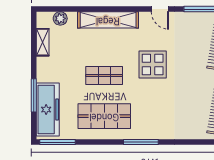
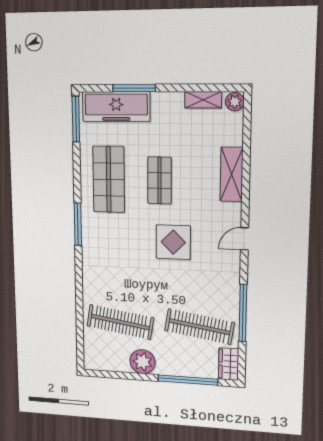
door: (160, 9) -> (244, 239), moved
plant: (60, 18) -> (235, 102), moved
shelving: (108, 20) -> (231, 174), width x0.68

